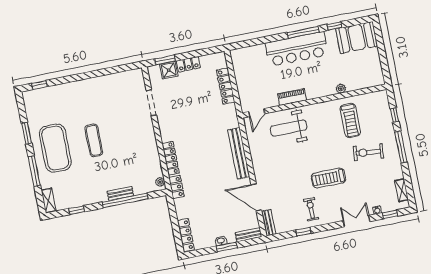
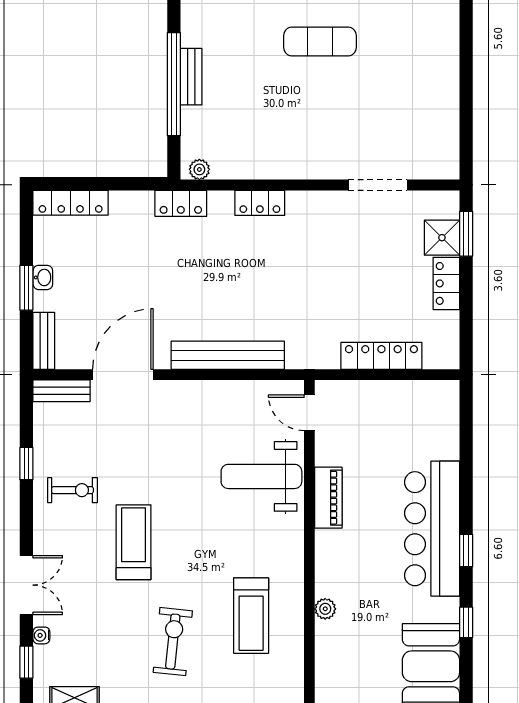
window: (303, 32) -> (466, 550), width x0.46
treadmill: (350, 120) -> (251, 616), turned -90
weight bench: (289, 128) -> (261, 476), turned -90
locker: (171, 158) -> (260, 203), width x0.66

